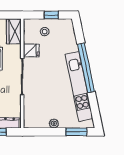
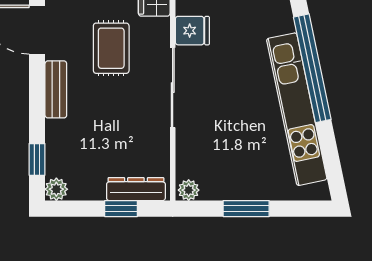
plant: (54, 123) -> (189, 190), moved
window: (76, 132) -> (246, 209), moved

